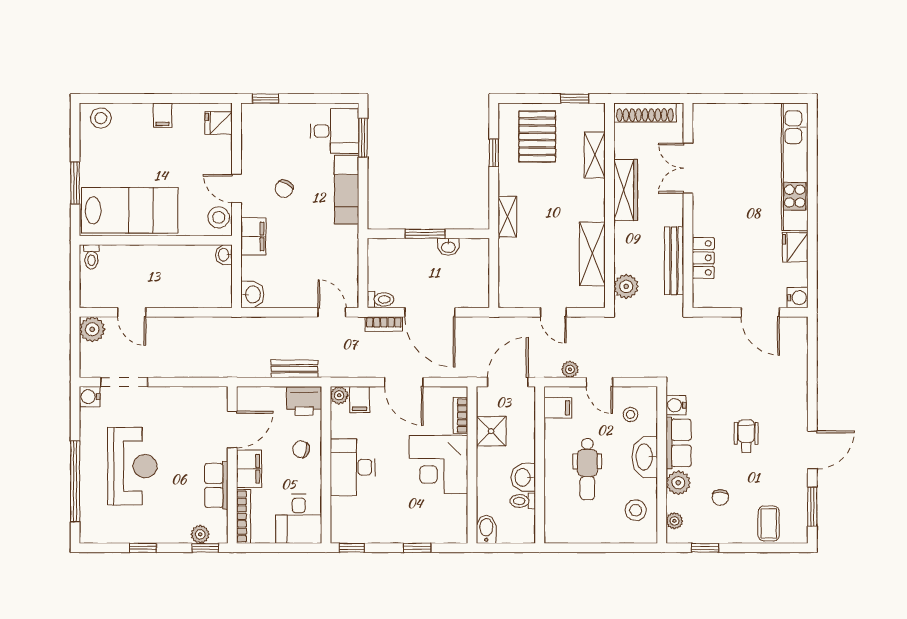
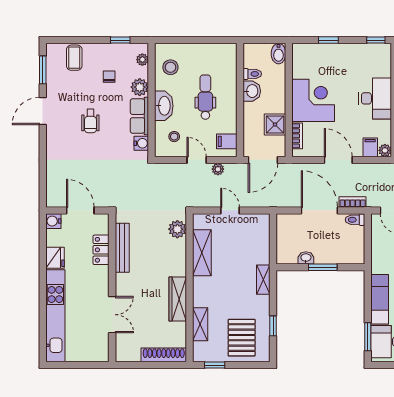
double door: (688, 168) -> (112, 315), moved
wall: (688, 205) -> (112, 288), moved
locker: (703, 258) -> (101, 250), moved
bench: (674, 261) -> (122, 248), moved

